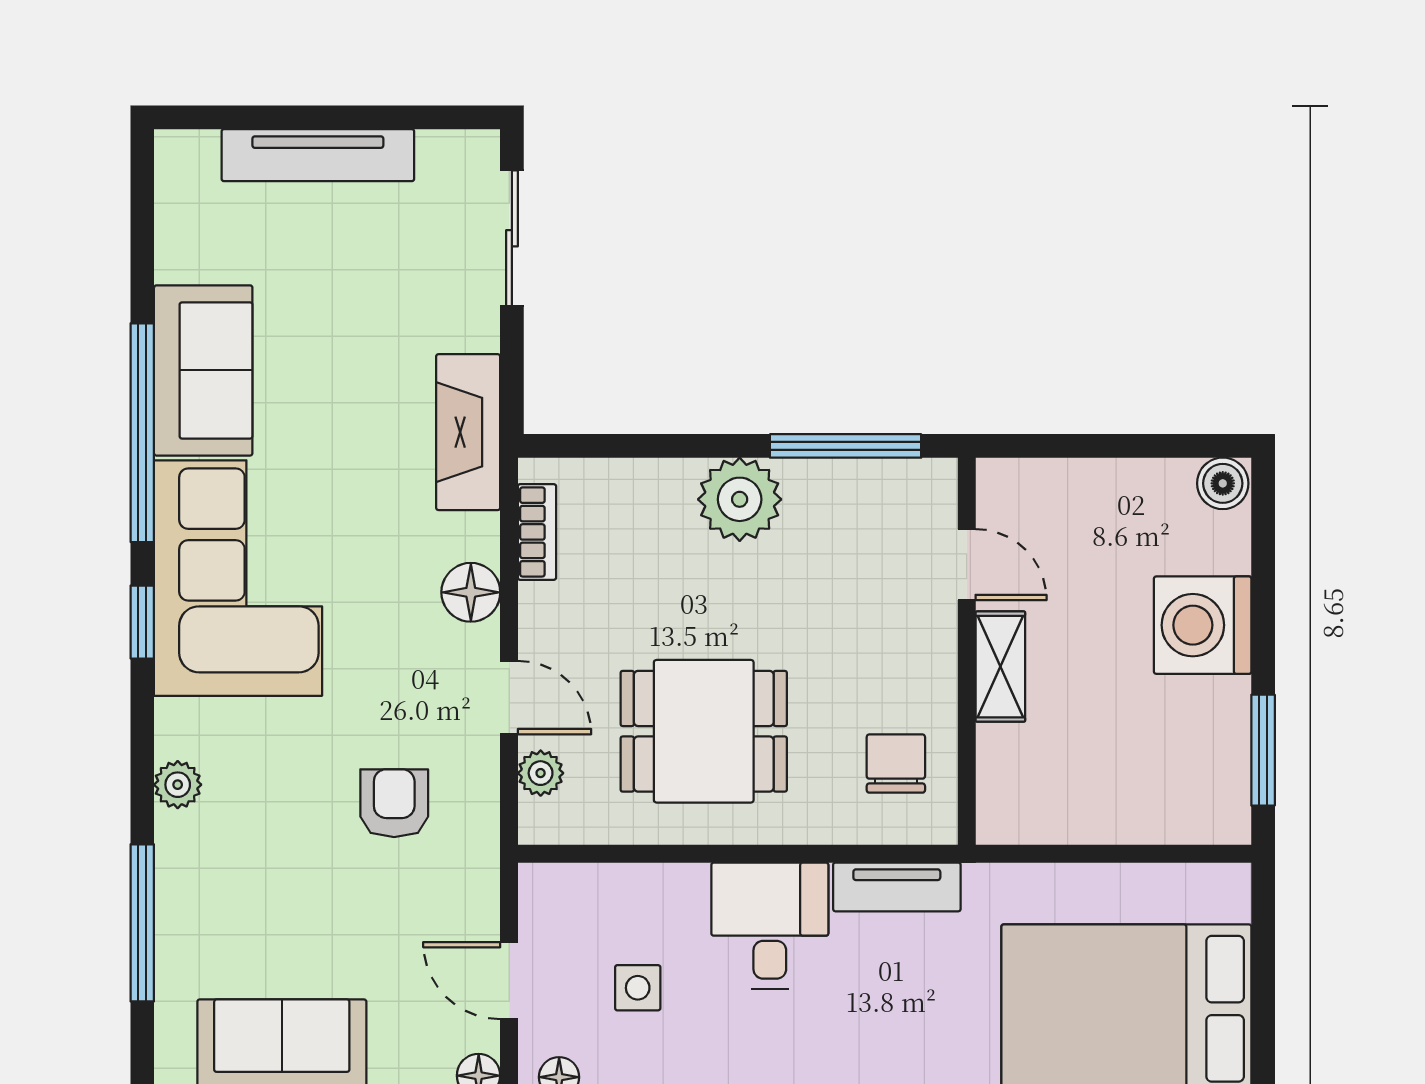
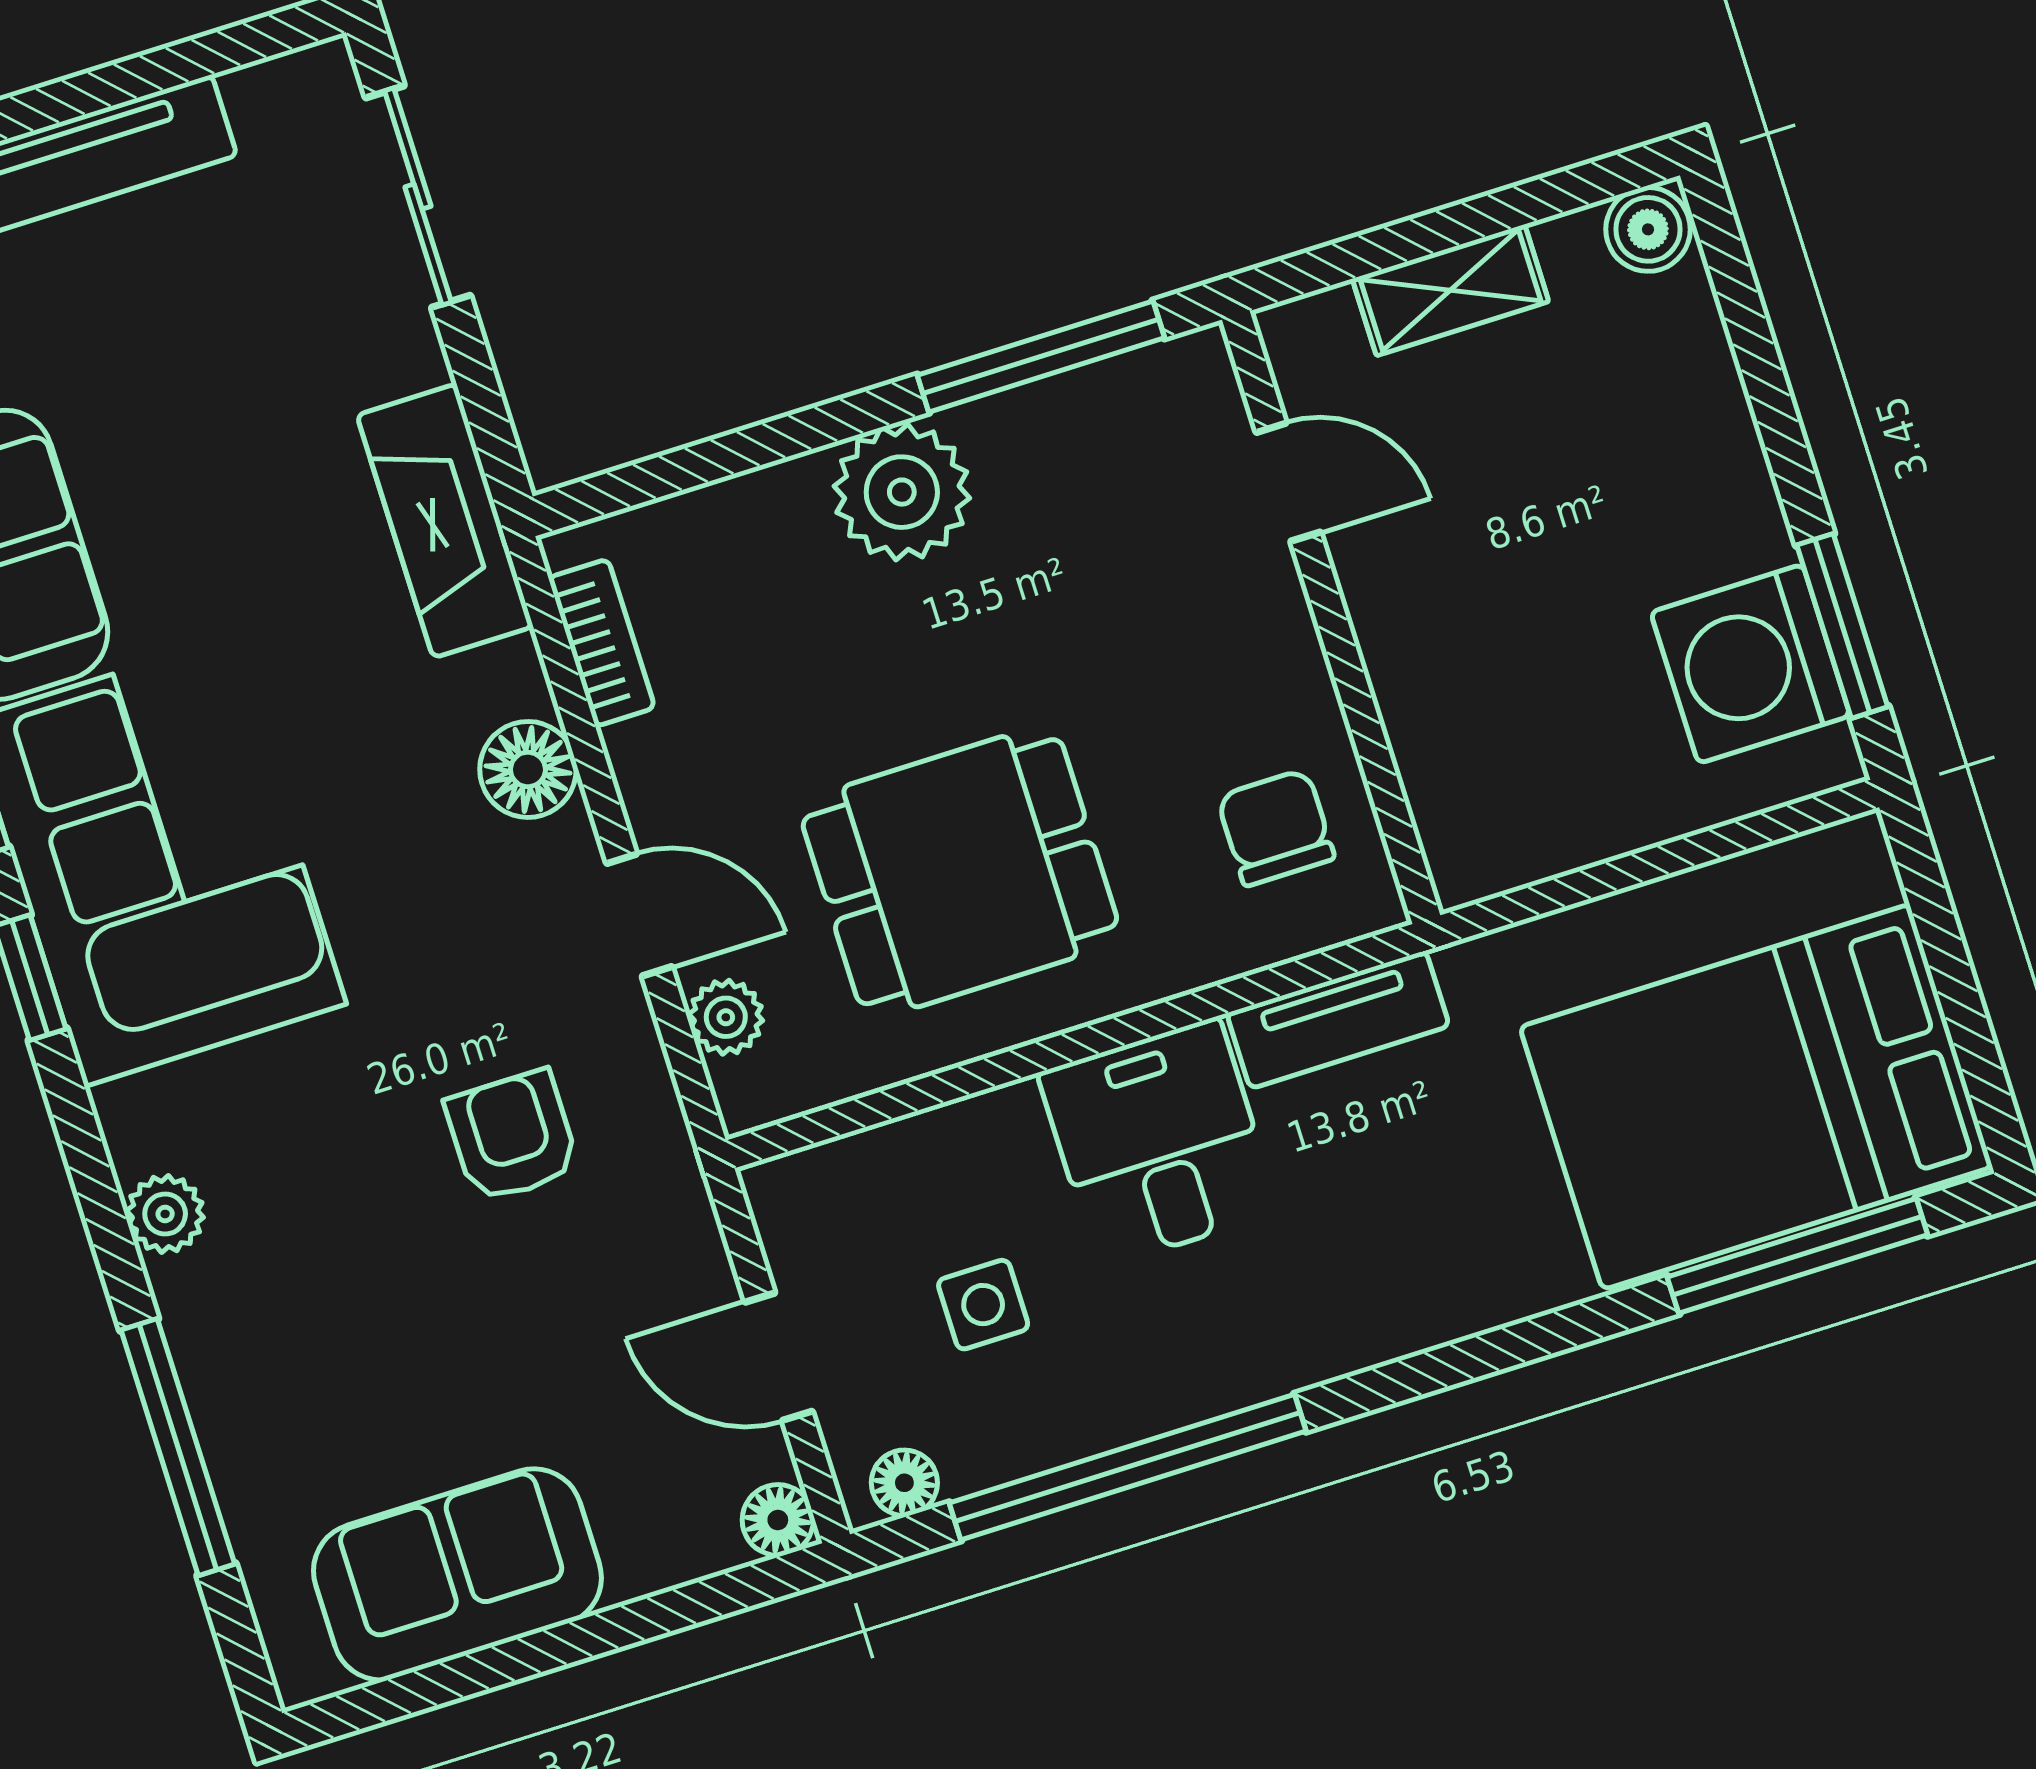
washing machine: (1203, 625) -> (1750, 664), moved
shelving: (1000, 667) -> (1450, 290), moved, turned 90

